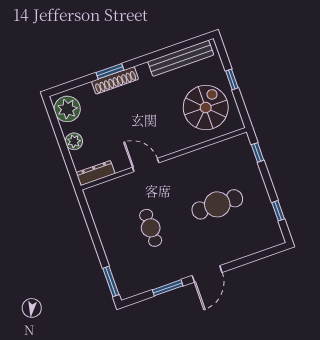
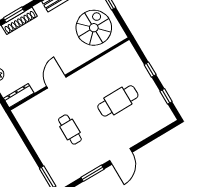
window: (258, 152) -> (150, 70), moved
door: (146, 165) -> (56, 82), hinge flipped

